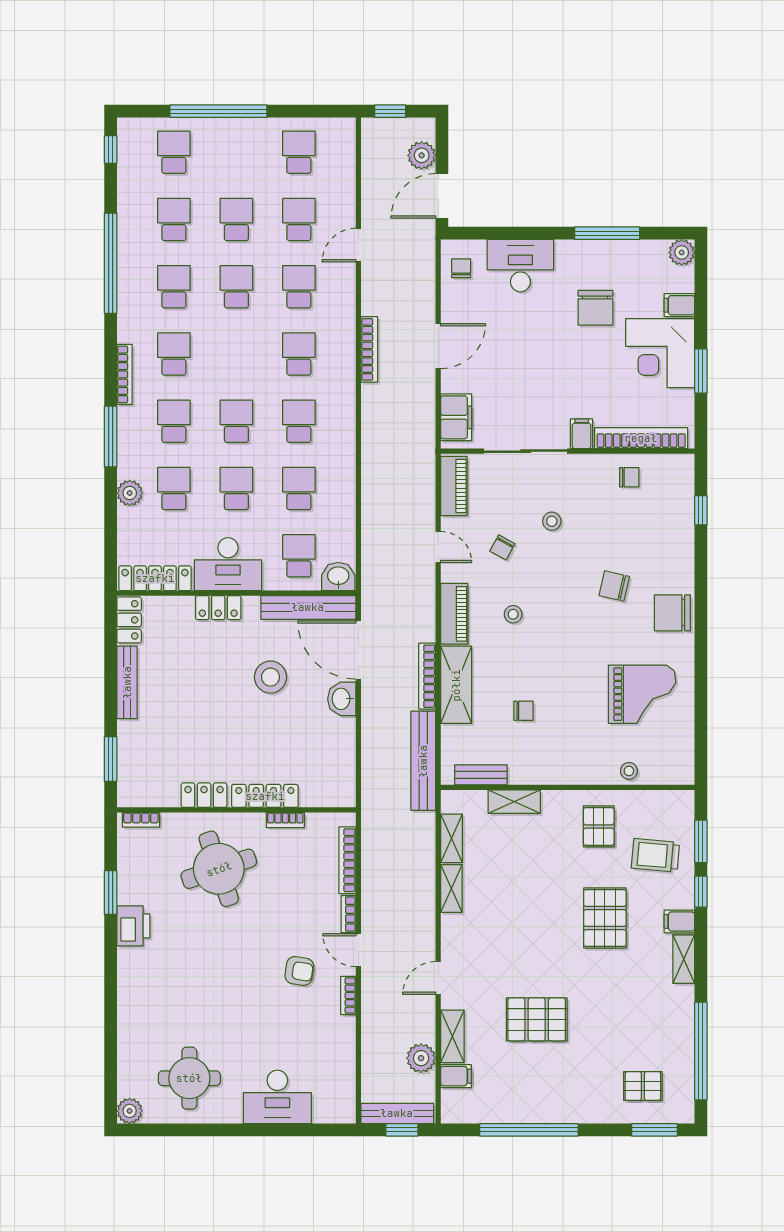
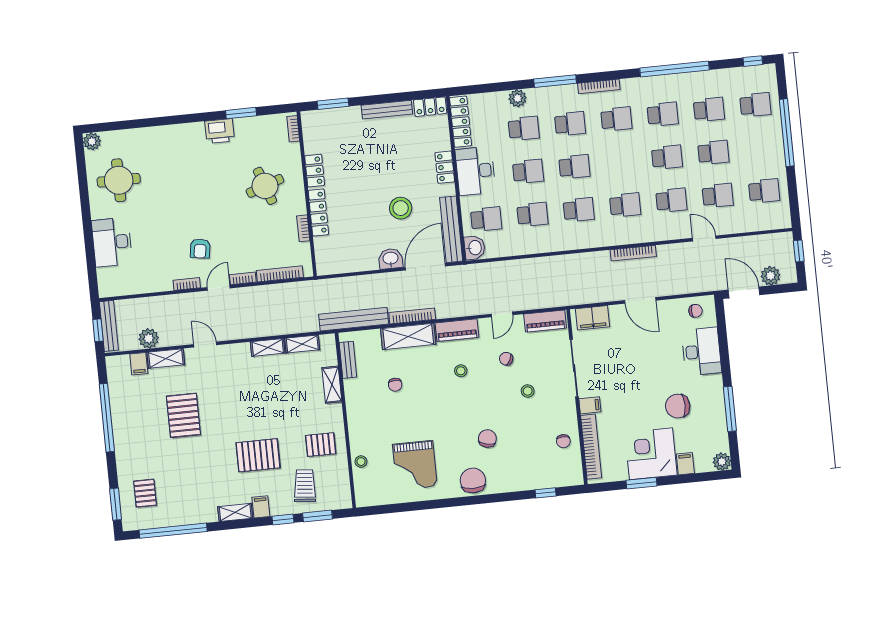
round table: (219, 869) -> (265, 186), width x0.73, depth x0.73

